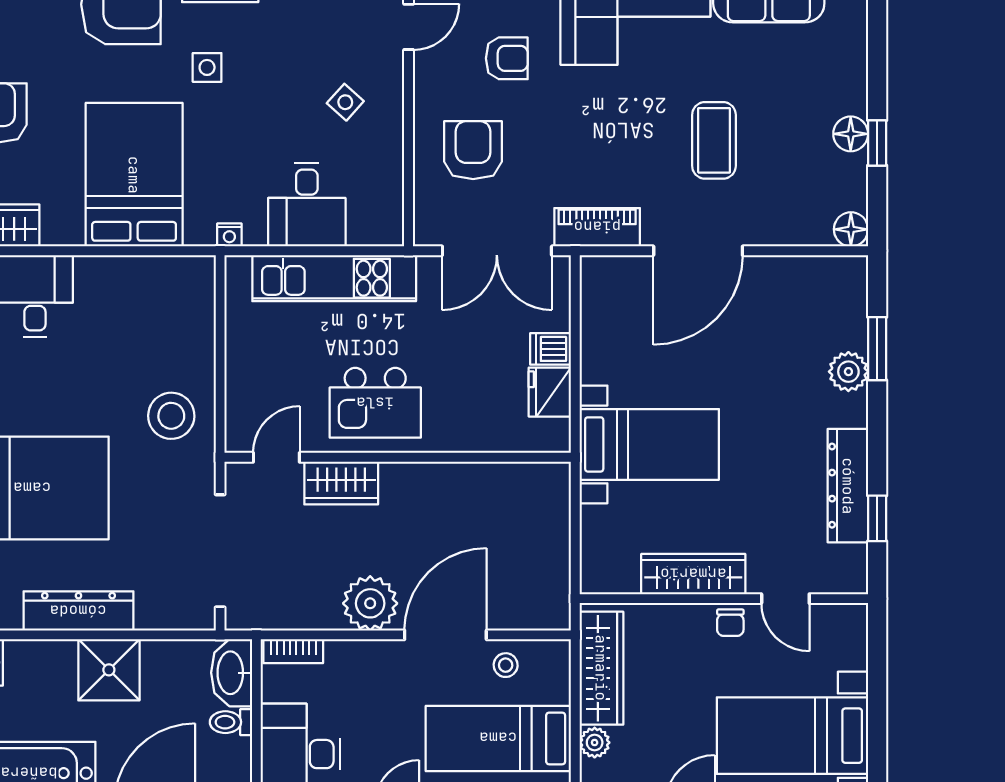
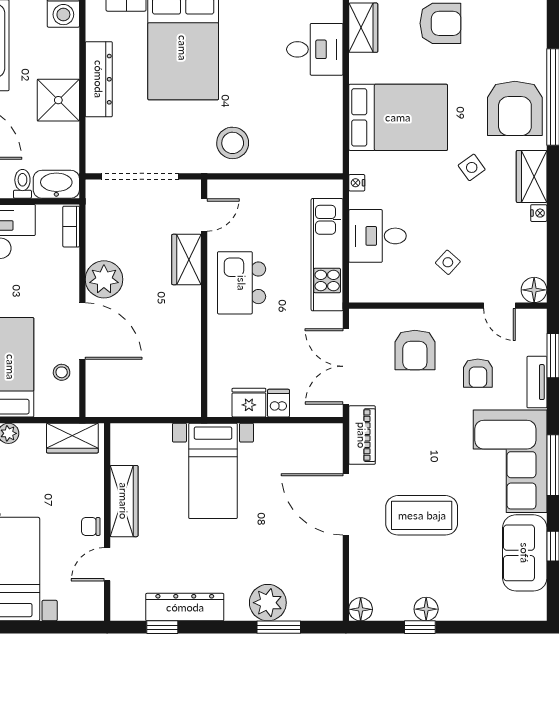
side table: (207, 67) -> (472, 167), turned -36
coffee table: (714, 140) -> (422, 515), width x1.36, depth x1.32
armchair: (473, 150) -> (415, 350), turned 90
plant: (848, 372) -> (268, 603), width x1.36, depth x1.36
door: (276, 457) -> (204, 215), hinge flipped
wardrobe: (601, 668) -> (72, 438), width x0.67

